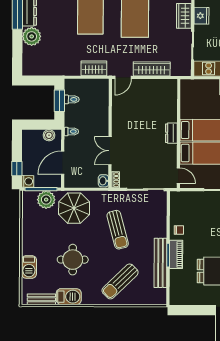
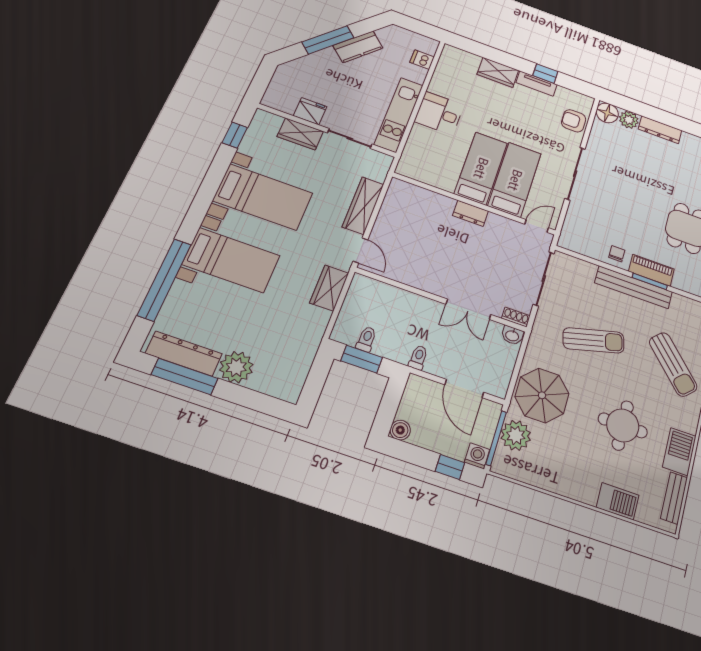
boiler: (49, 135) -> (400, 430), moved
bench: (160, 263) -> (634, 287), moved

